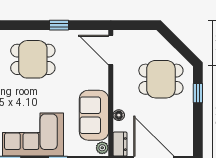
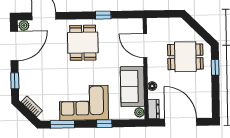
door: (111, 50) -> (145, 46), moved
dining table: (33, 59) -> (83, 43), turned 90

